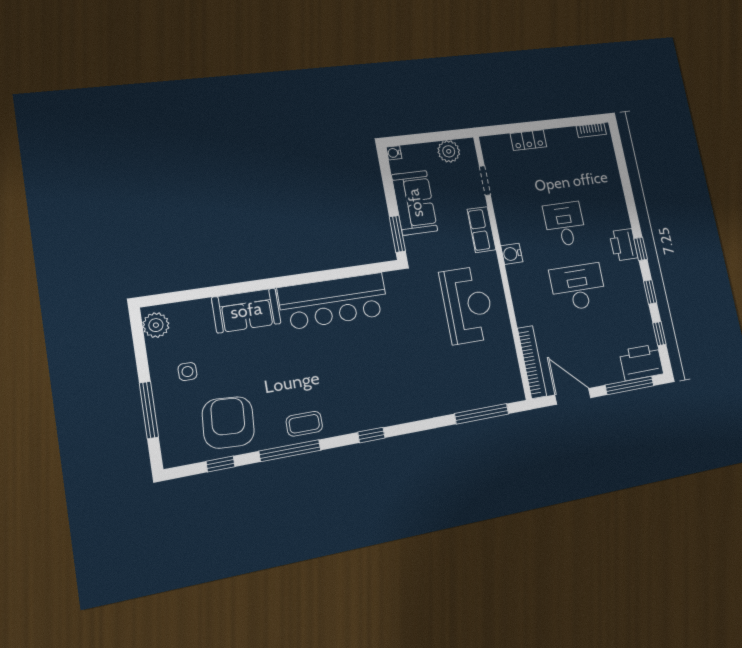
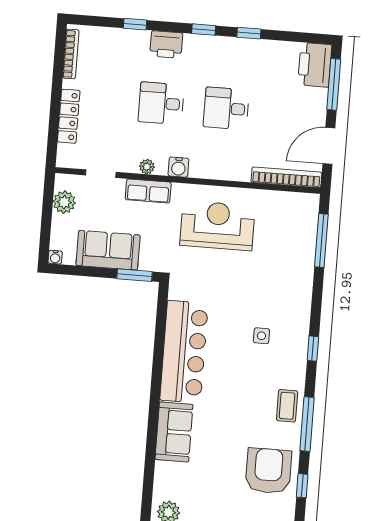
bookcase: (591, 130) -> (71, 54), width x1.56
locker: (528, 140) -> (69, 116), width x1.53
plant: (504, 223) -> (147, 167), added
printer: (624, 245) -> (166, 45), moved
desk: (578, 287) -> (226, 108), width x0.73
window: (659, 334) -> (135, 24), moved
side table: (187, 372) -> (261, 336), moved
armchair: (228, 422) -> (268, 471), turned 86

